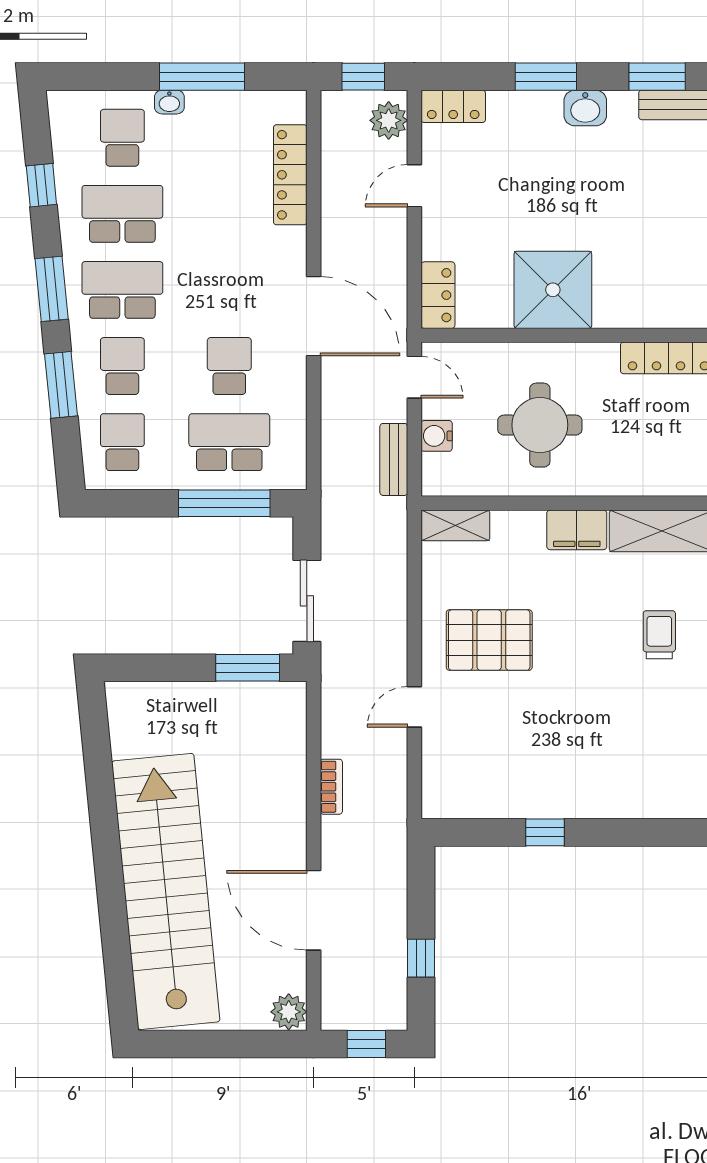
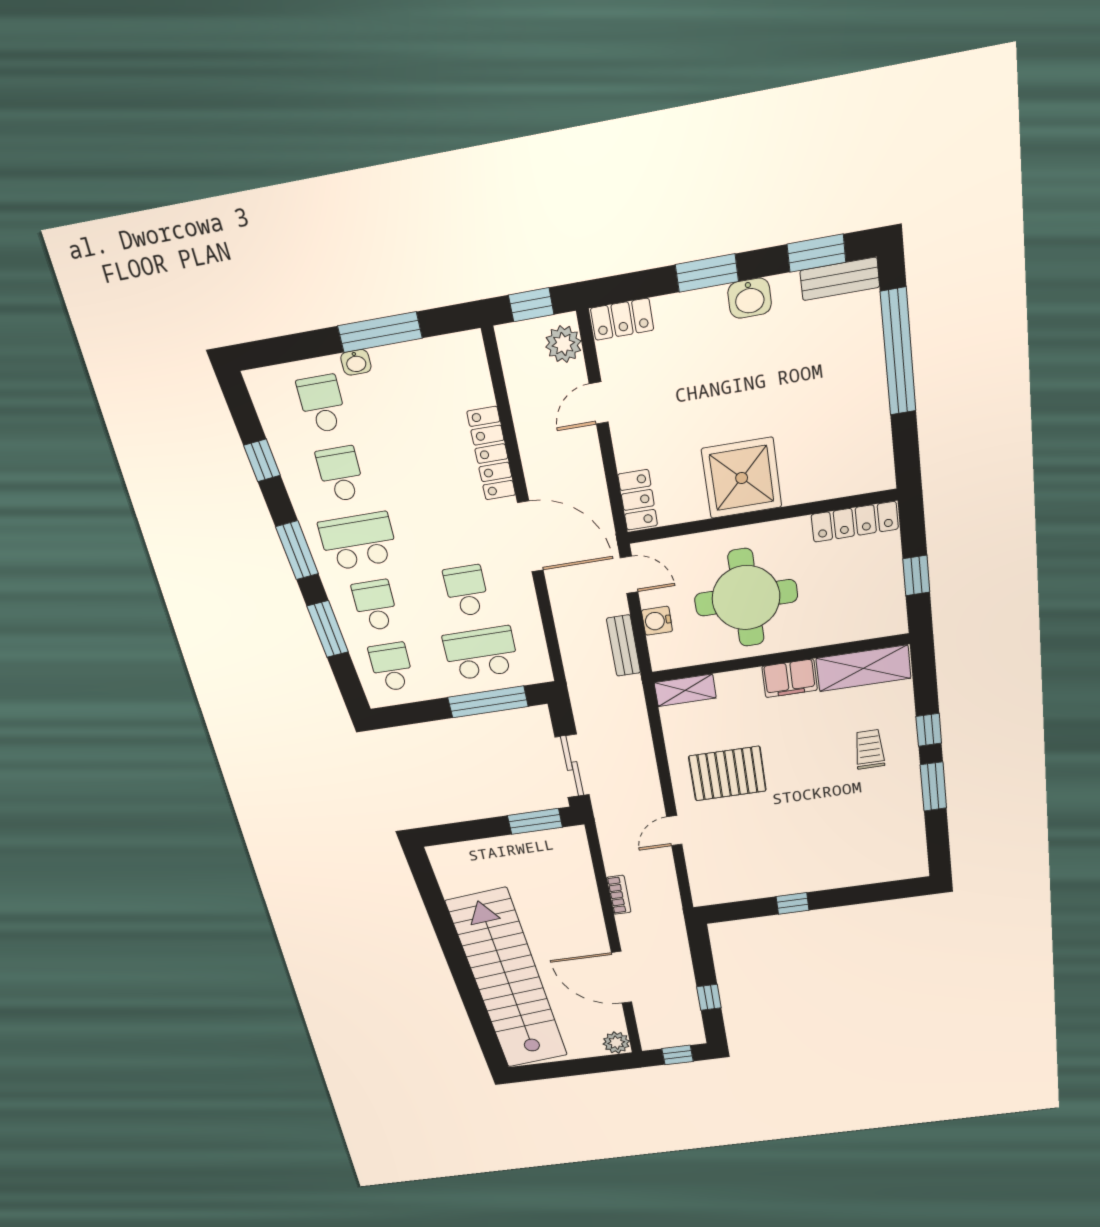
locker: (290, 175) -> (491, 454), moved
school desk: (122, 214) -> (340, 474), width x0.54
round table: (540, 425) -> (746, 598), width x1.36, depth x1.36

